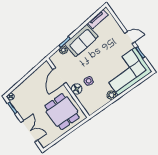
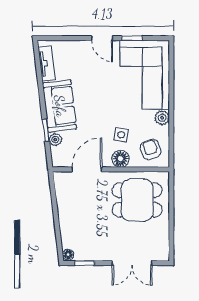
door: (130, 38) -> (102, 38), swing flipped
door: (60, 76) -> (87, 169), swing flipped
armchair: (92, 101) -> (151, 149), added
double door: (29, 131) -> (132, 263), swing flipped

